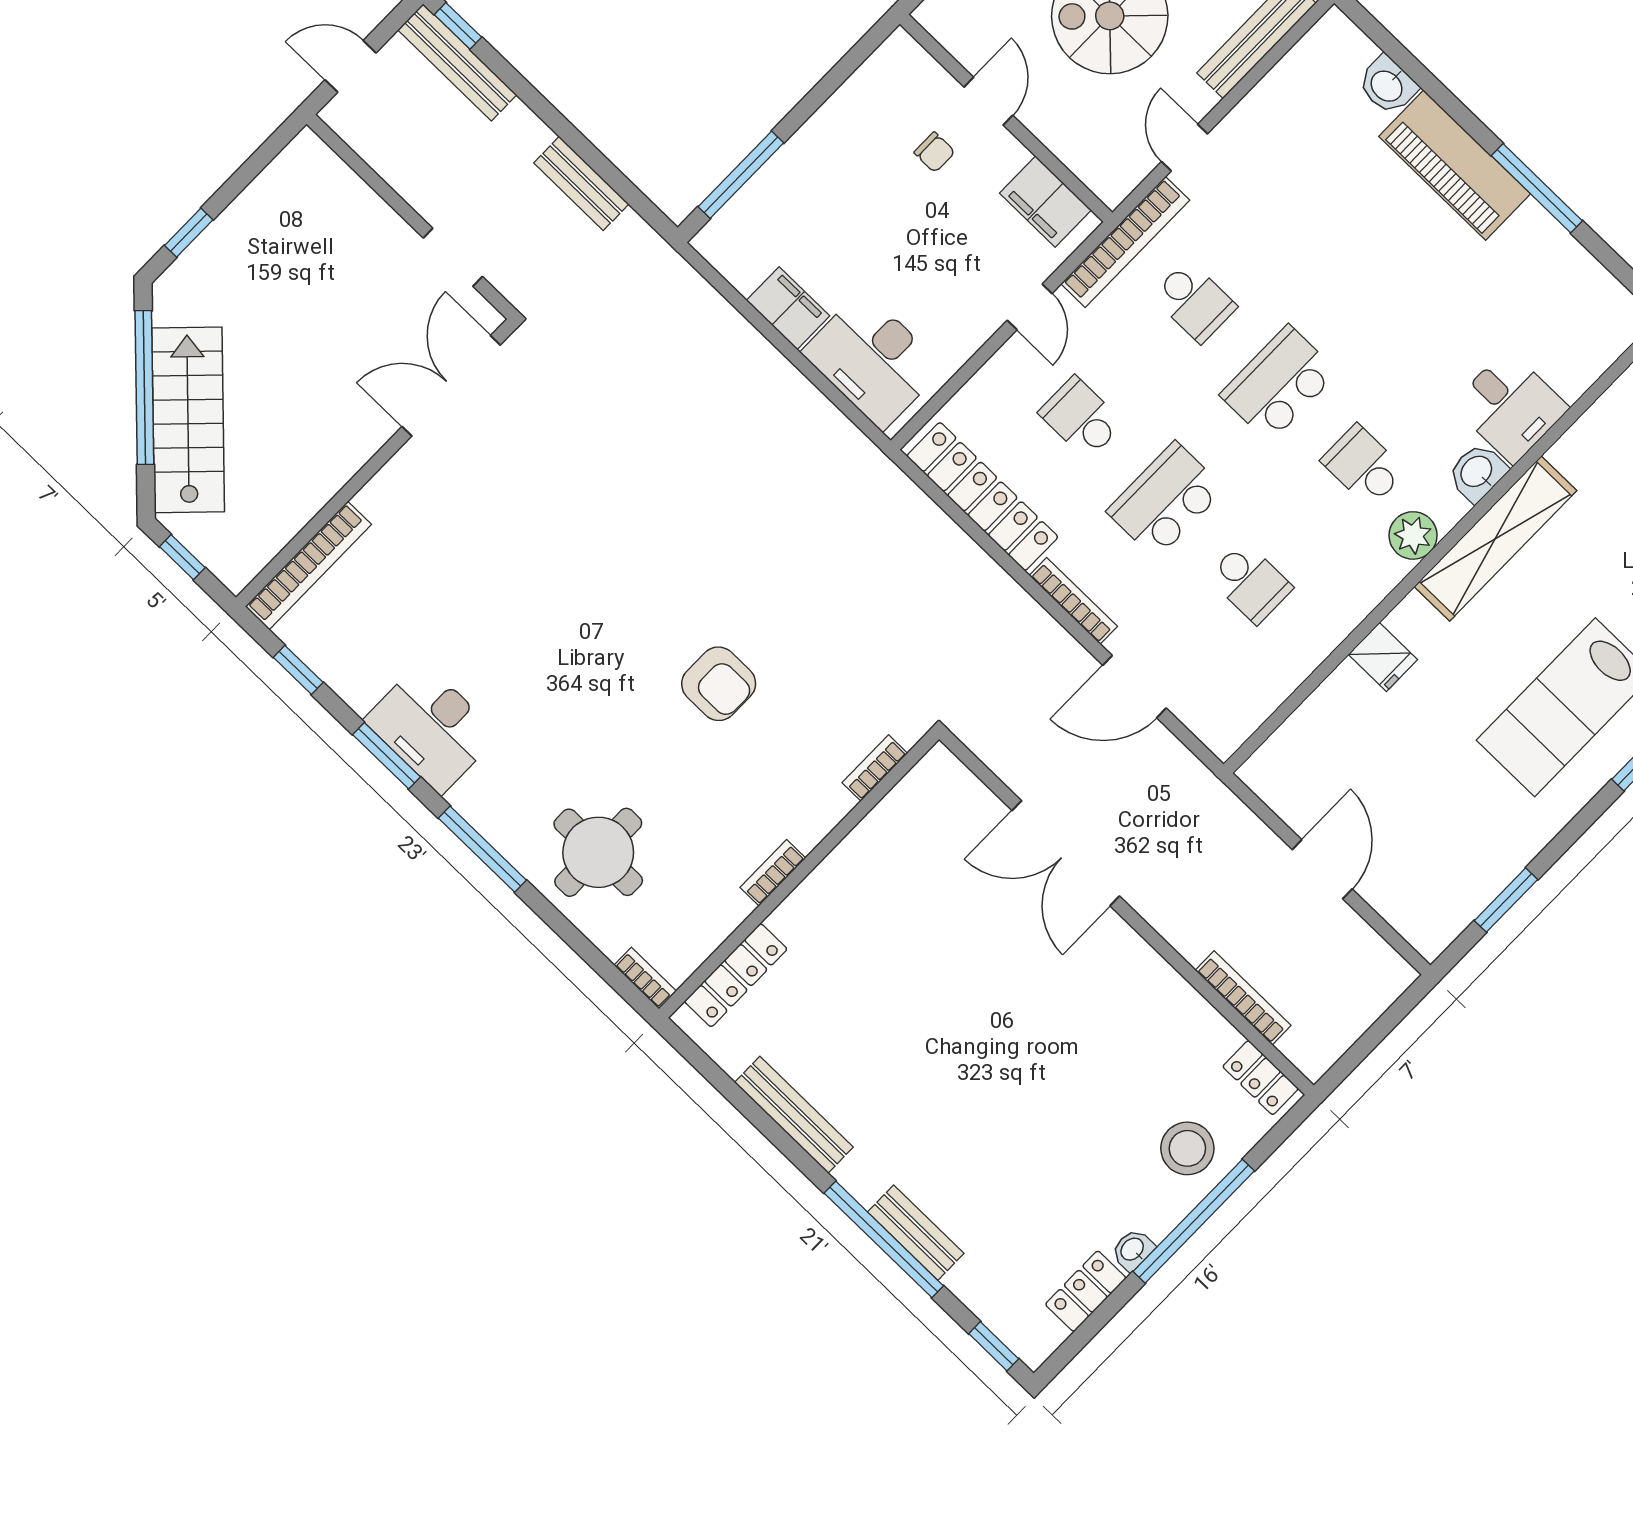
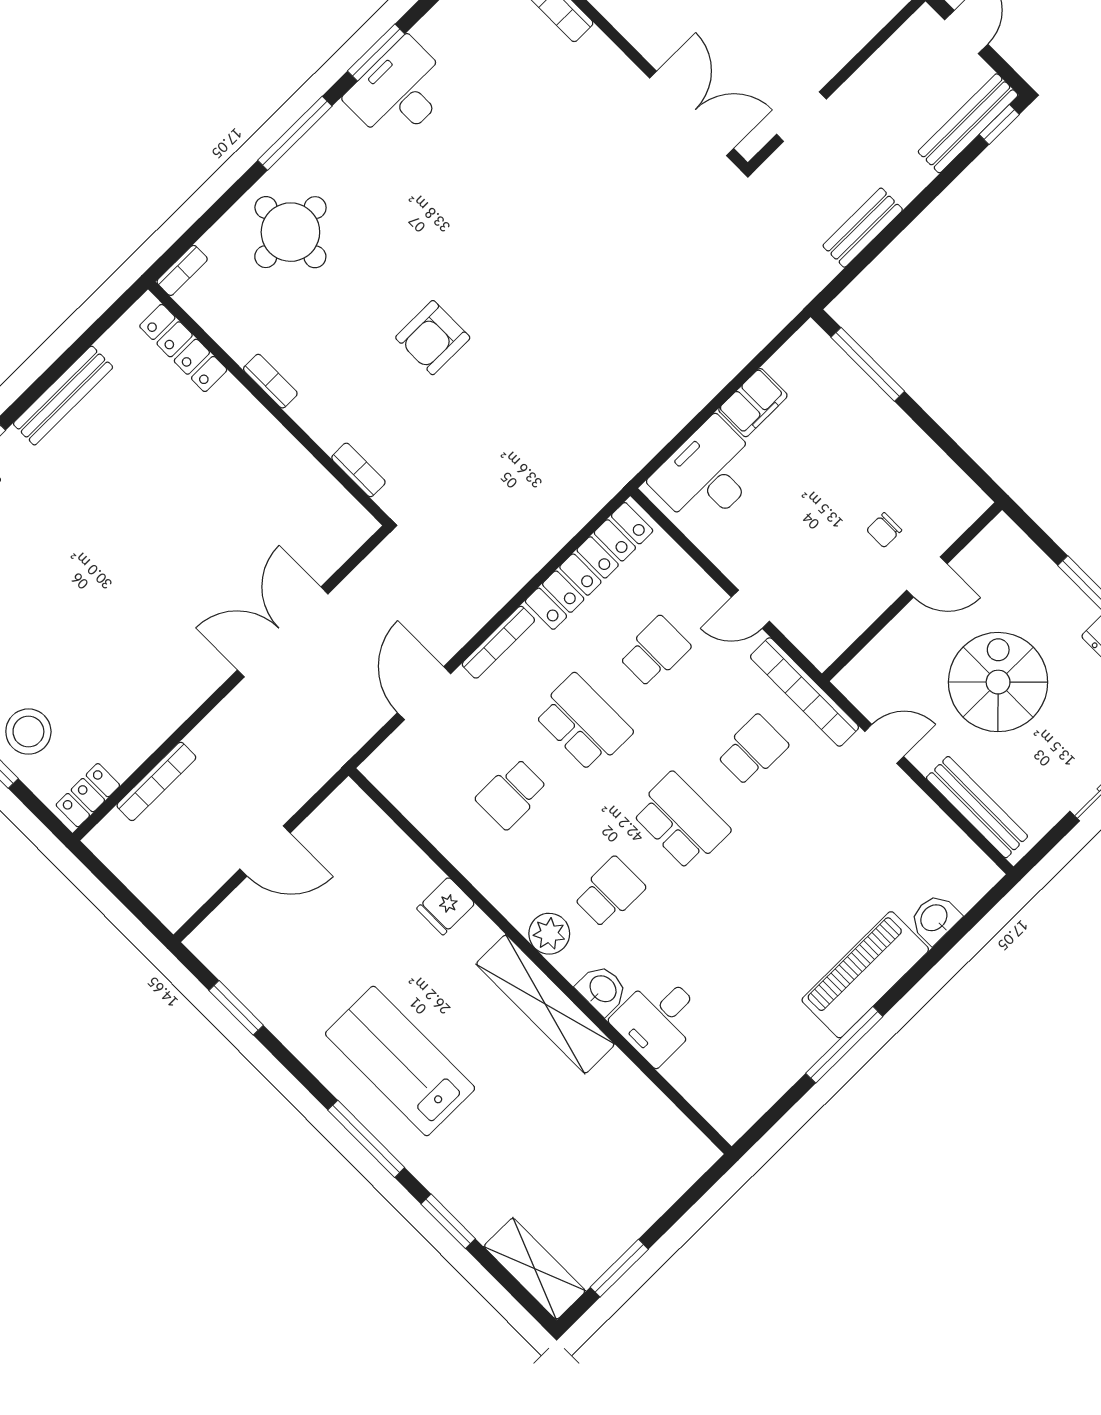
filing cabinet: (1045, 202) -> (840, 624), removed
school desk: (1194, 301) -> (753, 750), turned 180

